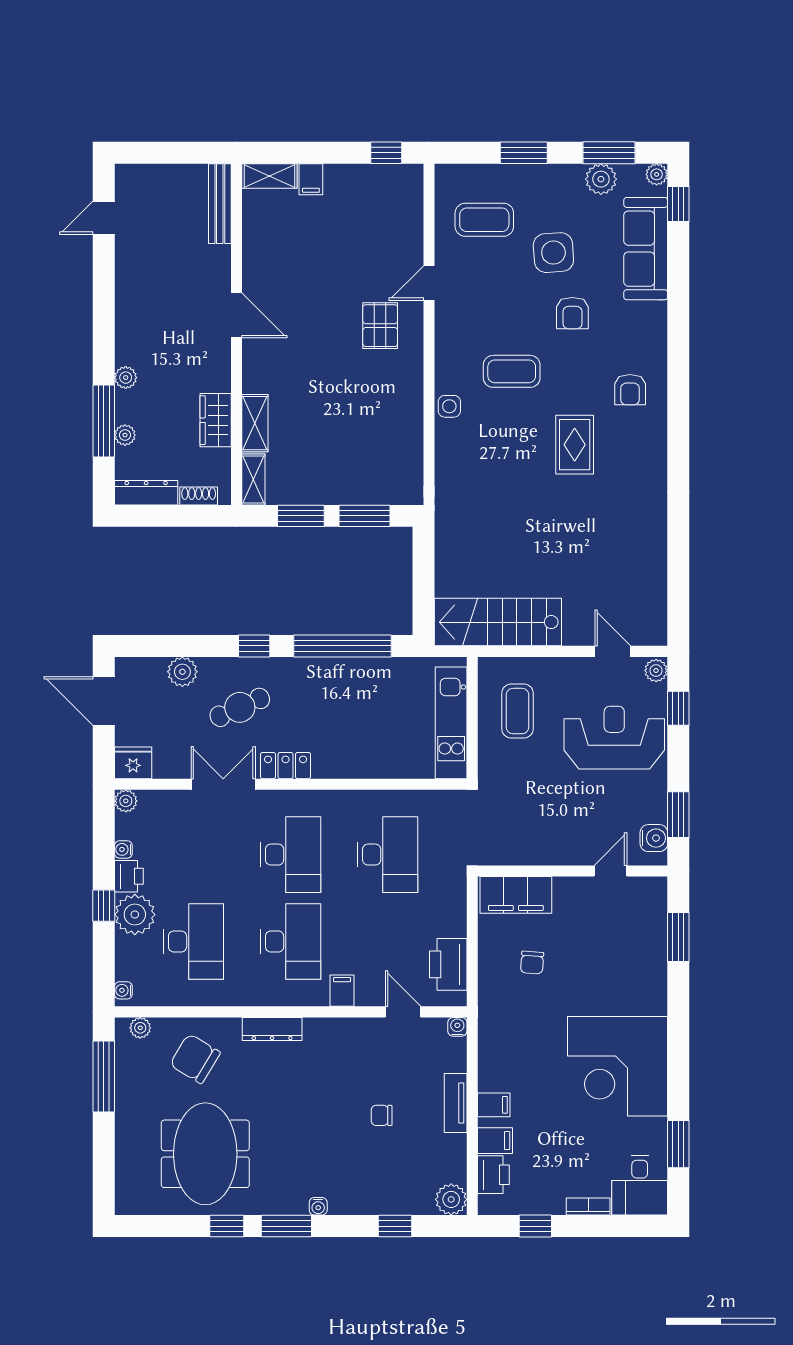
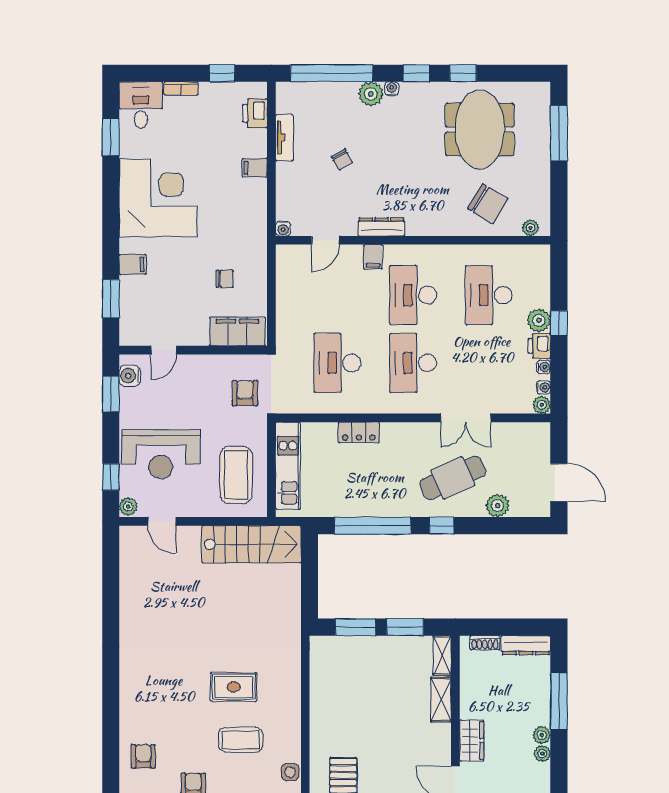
armchair: (630, 390) -> (143, 756), moved
side table: (449, 406) -> (290, 772), moved
wardrobe: (216, 420) -> (472, 741), moved
plant: (125, 435) -> (542, 754), moved
rug: (575, 445) -> (234, 687), moved, turned 90
cafe table: (240, 707) -> (453, 478), width x1.37, depth x1.35
coffee table: (517, 711) -> (236, 475), width x1.36, depth x1.32
fridge: (133, 763) -> (536, 434), removed
locker: (286, 766) -> (359, 432), moved
armchair: (506, 816) -> (245, 393), added
plant: (135, 915) -> (539, 320), width x0.73, depth x0.73
chair: (532, 962) -> (225, 279), turned 86
printer: (448, 964) -> (290, 277), removed
water cooler: (123, 990) -> (544, 387), moved
door: (403, 1012) -> (325, 240), hinge flipped
dresser: (272, 1029) -> (381, 227), moved
window: (104, 1077) -> (559, 133), moved
tv unit: (456, 1103) -> (284, 138), moved
chair: (382, 1115) -> (342, 159), turned 60
filing cabinet: (495, 1141) -> (133, 264), moved, turned 180
plant: (451, 1199) -> (371, 94), moved
window: (286, 1226) -> (416, 73), width x0.67
window: (395, 1226) -> (332, 73), width x3.17

